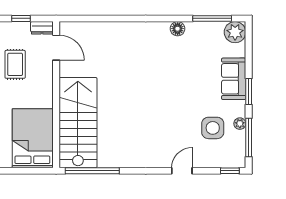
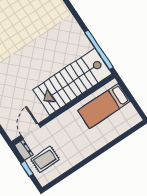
rug: (15, 64) -> (45, 159), moved
bed: (32, 138) -> (104, 106), width x0.67

